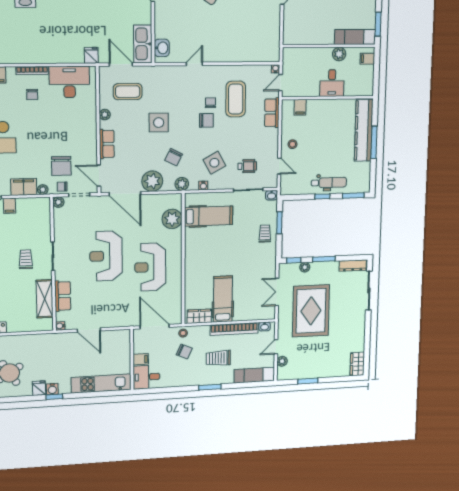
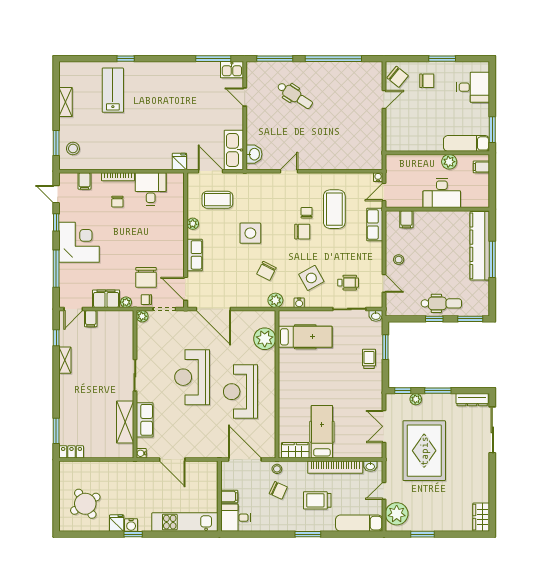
desk: (69, 82) -> (151, 189), width x0.73
desk: (332, 83) -> (442, 193), width x1.37
plant: (152, 181) -> (243, 296), removed
trolley: (26, 259) -> (106, 377), removed
plant: (282, 361) -> (397, 514), width x1.87, depth x1.87

